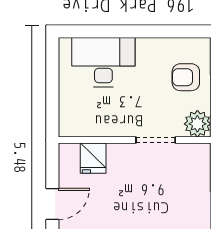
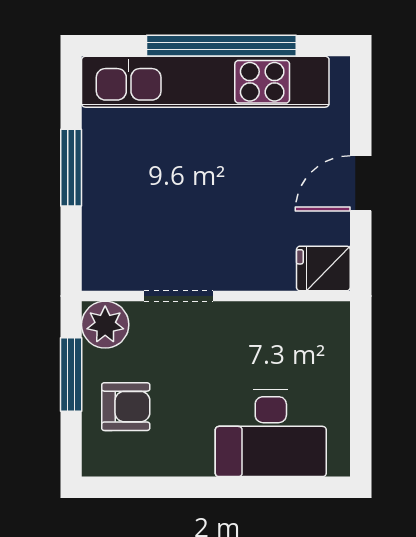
fridge: (93, 158) -> (323, 269), moved, turned -90

